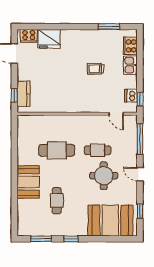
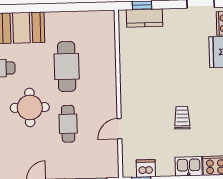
door: (116, 114) -> (119, 129), moved
round table: (104, 176) -> (30, 107), moved

